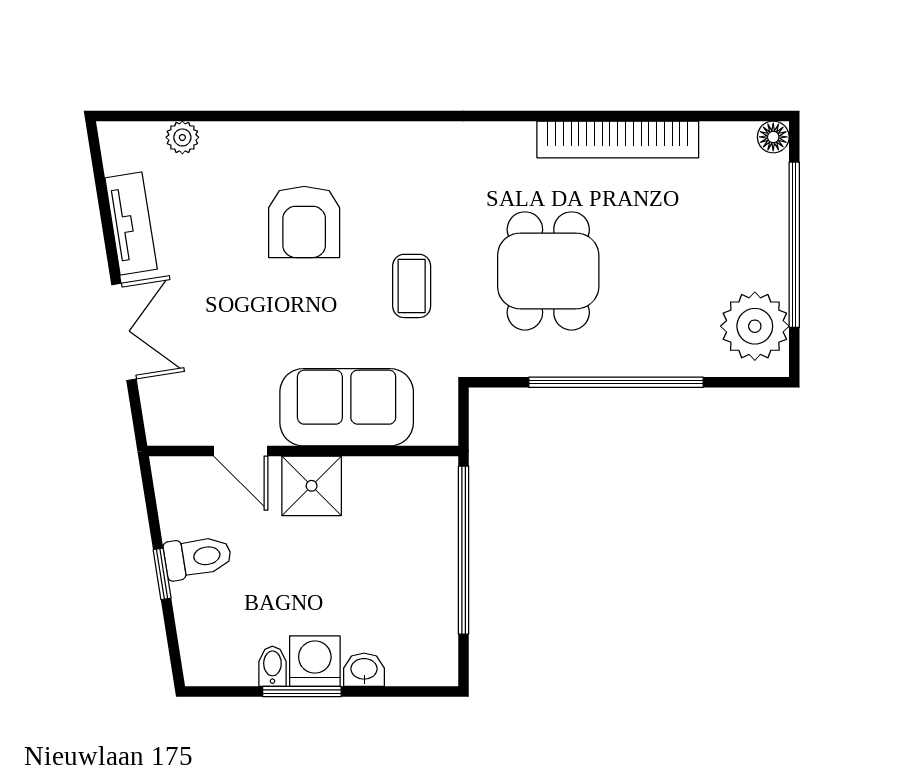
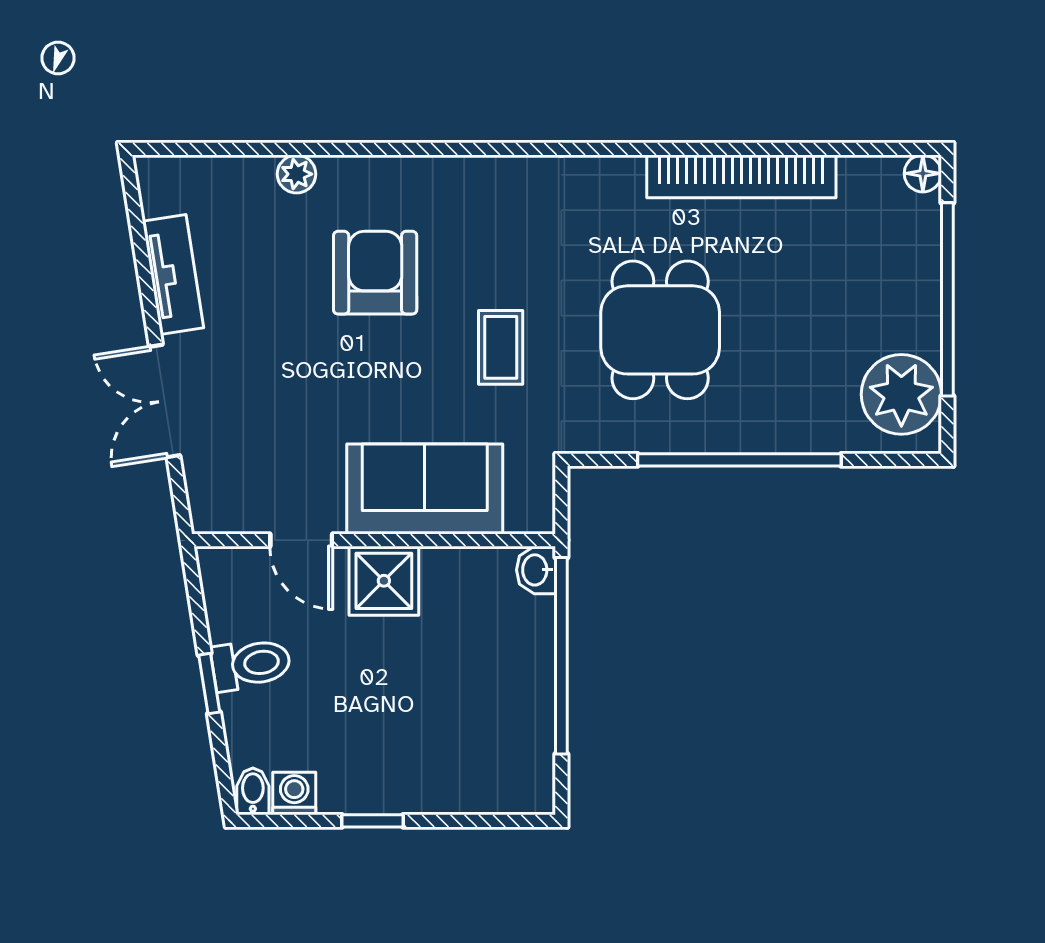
plant: (182, 137) -> (297, 174), moved
armchair: (304, 222) -> (375, 273), turned 180
double door: (124, 332) -> (165, 401), swing flipped
washing machine: (315, 661) -> (294, 793), moved, width x0.73, depth x0.73
bidet: (272, 666) -> (253, 791), moved
washbasin: (364, 670) -> (536, 570), moved, turned -90
window: (302, 691) -> (372, 821), width x0.67

